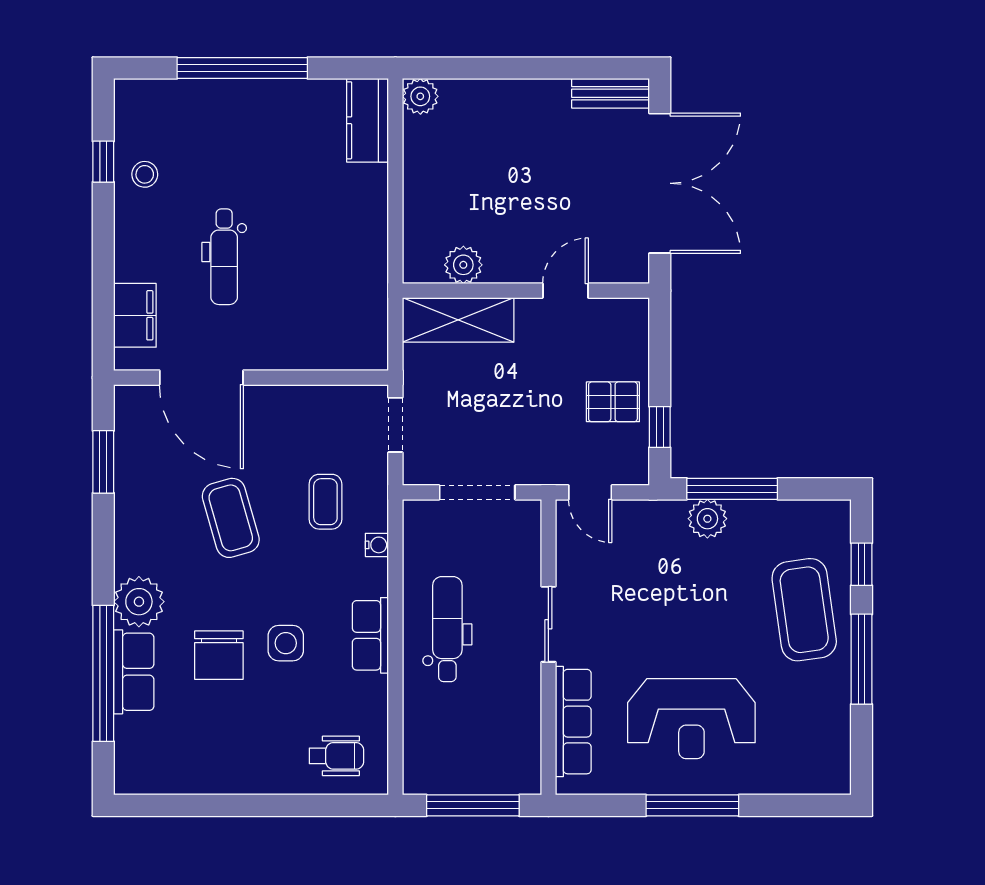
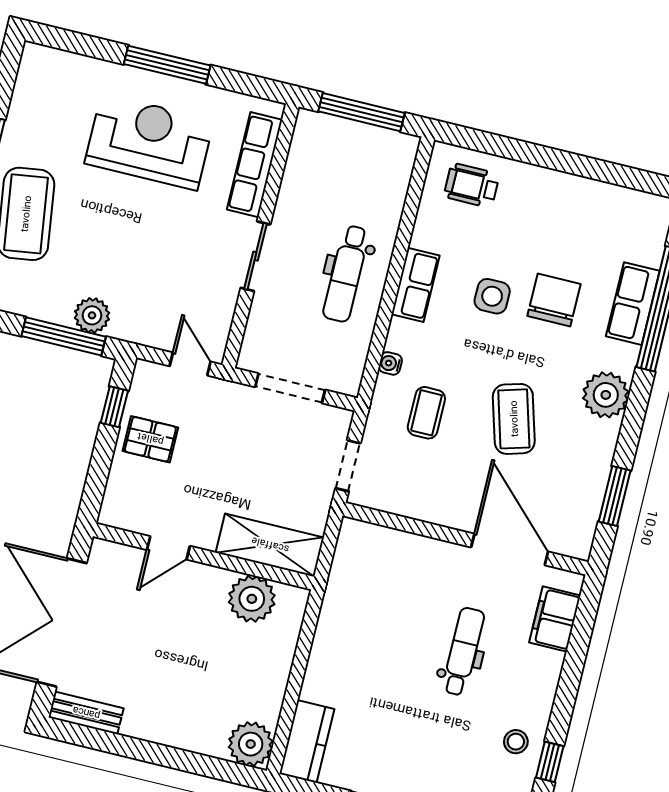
plant: (420, 96) -> (251, 744), width x1.36, depth x1.36
plant: (463, 265) -> (252, 599), width x1.36, depth x1.36
plant: (139, 602) -> (606, 395), moved

